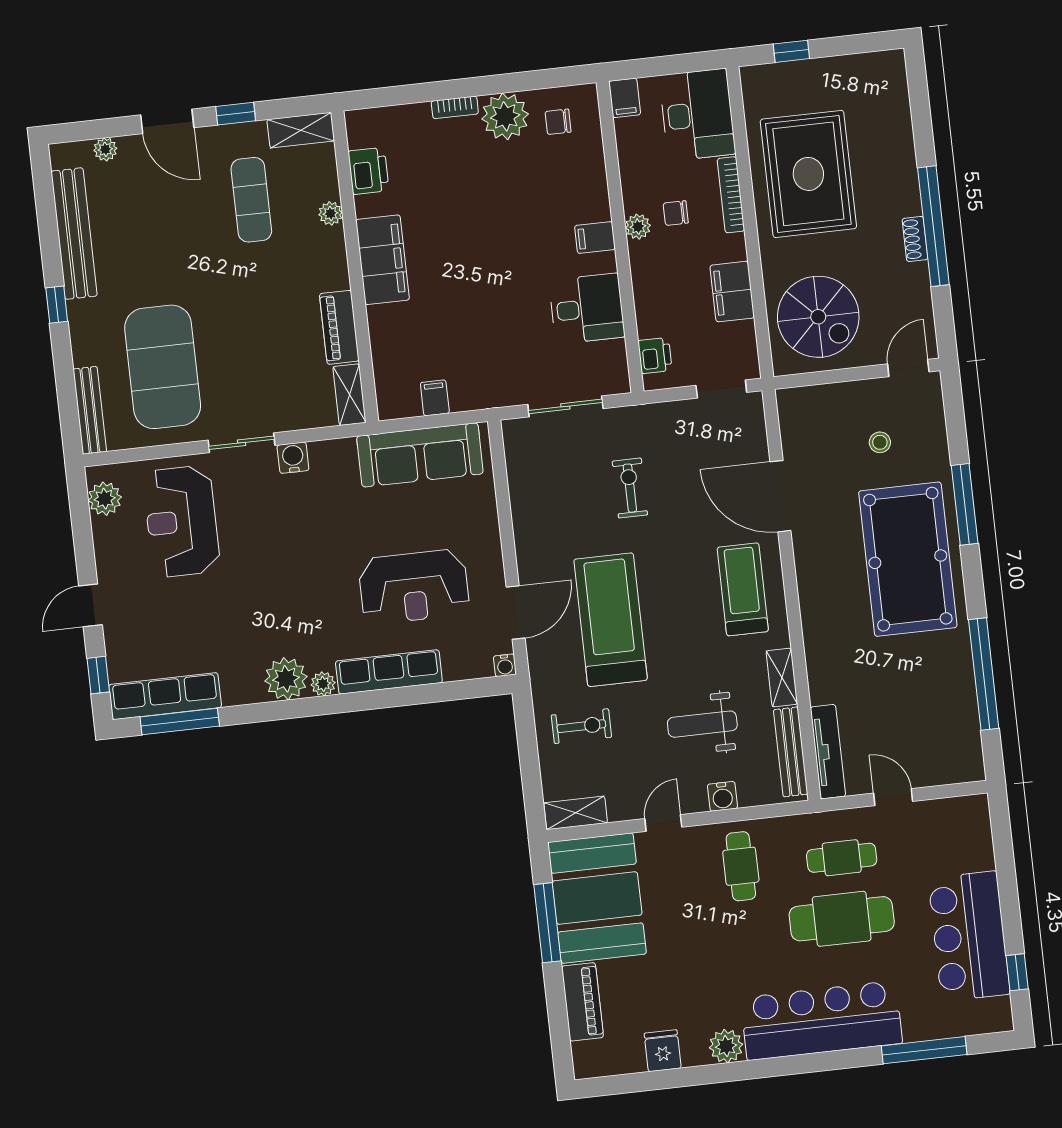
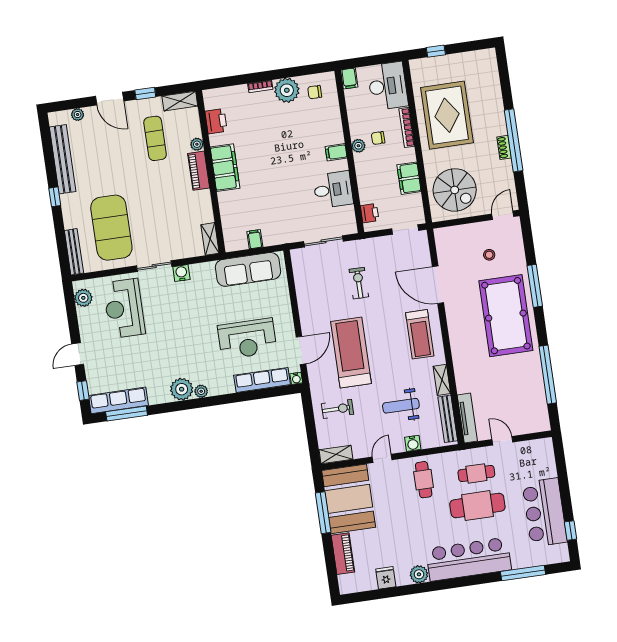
piano: (339, 327) -> (199, 171), moved
treadmill: (743, 589) -> (420, 334), turned 180
row of seats: (389, 672) -> (262, 380), moved

